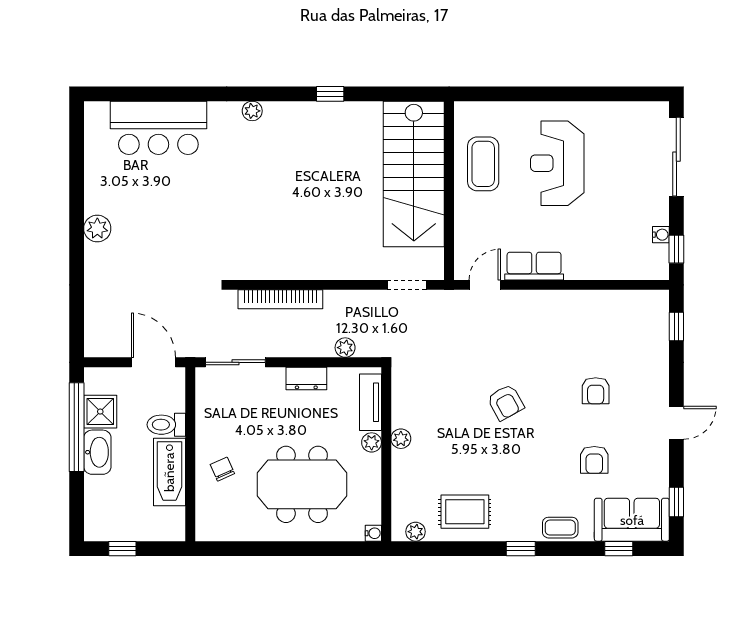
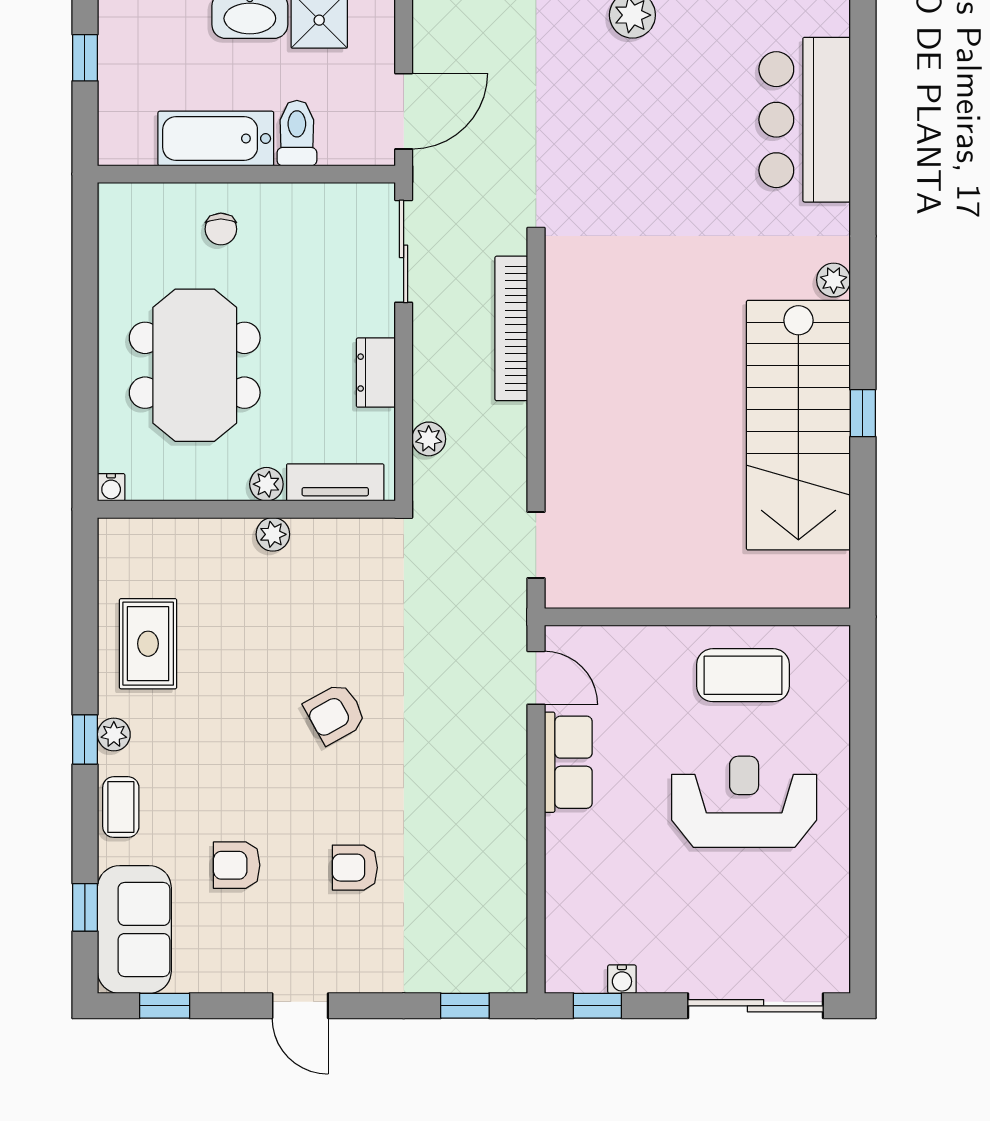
stairs: (414, 174) -> (798, 425), moved, turned -90
chair: (222, 469) -> (221, 229), turned 114
plant: (416, 532) -> (114, 734), moved

